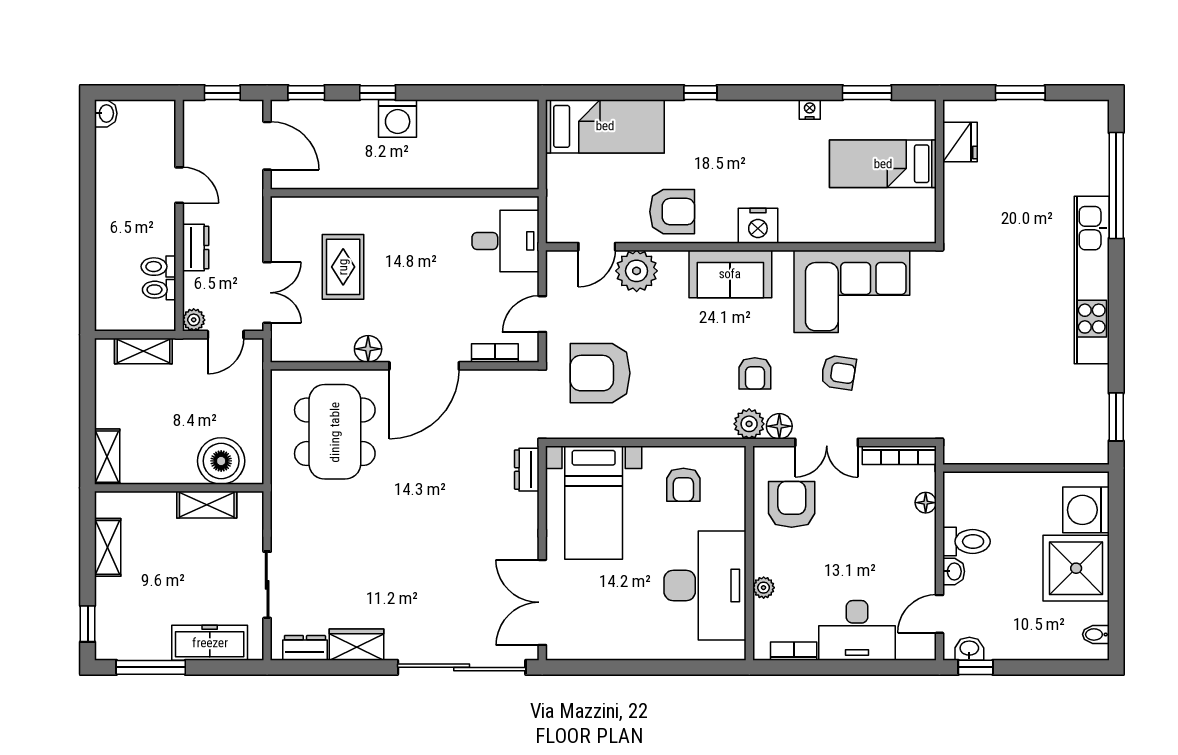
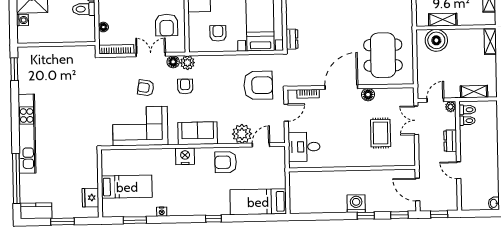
kitchen counter: (1076, 116) -> (36, 211), added
toilet: (158, 267) -> (467, 110), moved
washing machine: (1086, 510) -> (22, 20), width x0.53, depth x0.53

